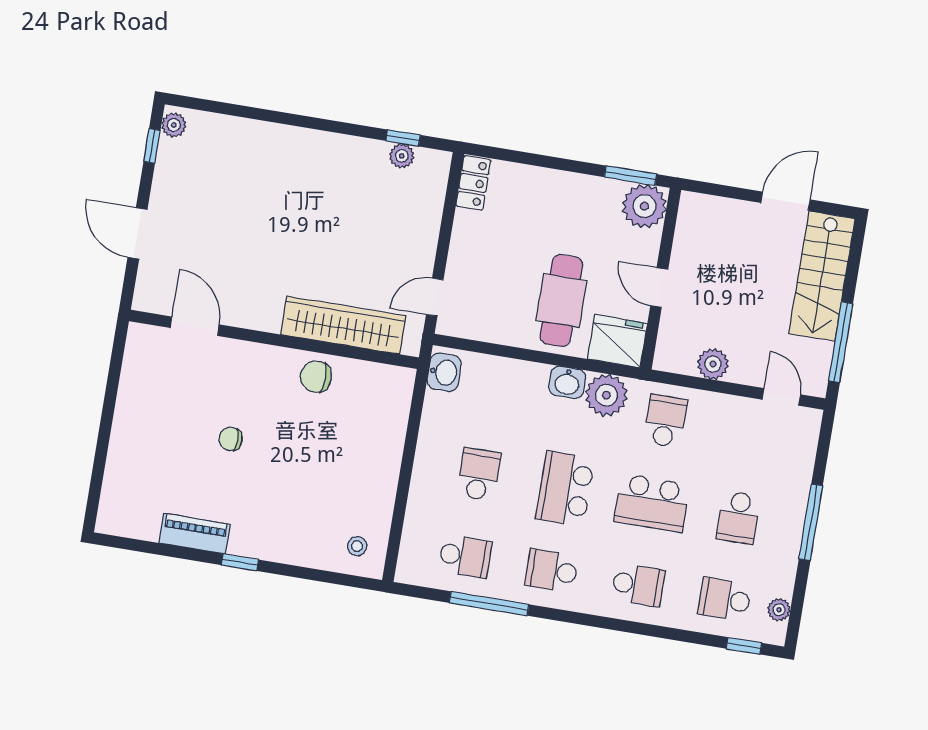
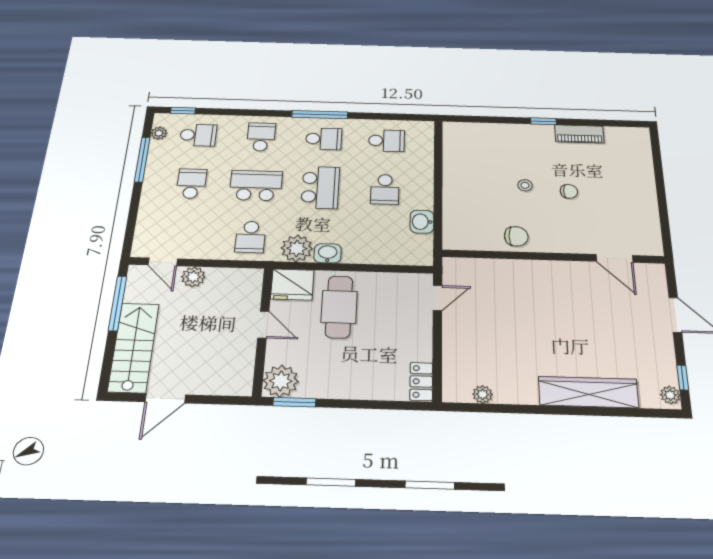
window: (403, 138) -> (484, 408), removed
wardrobe: (343, 325) -> (588, 392), moved, turned 180
plant: (713, 364) -> (193, 277), moved
washbasin: (444, 372) -> (422, 222), moved
window: (811, 522) -> (142, 159), moved
stool: (357, 546) -> (525, 185), moved
school desk: (465, 556) -> (387, 141), turned 180
school desk: (638, 585) -> (261, 137), turned 90
window: (489, 604) -> (320, 115), moved

